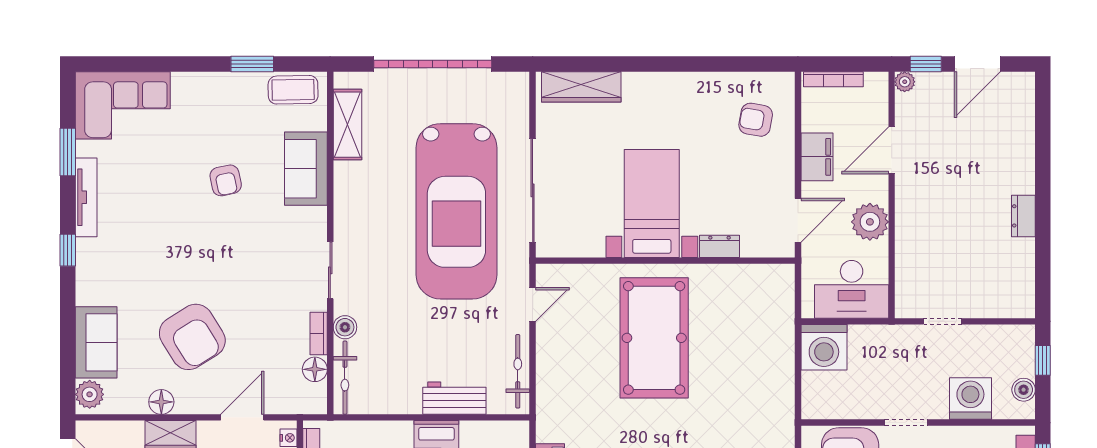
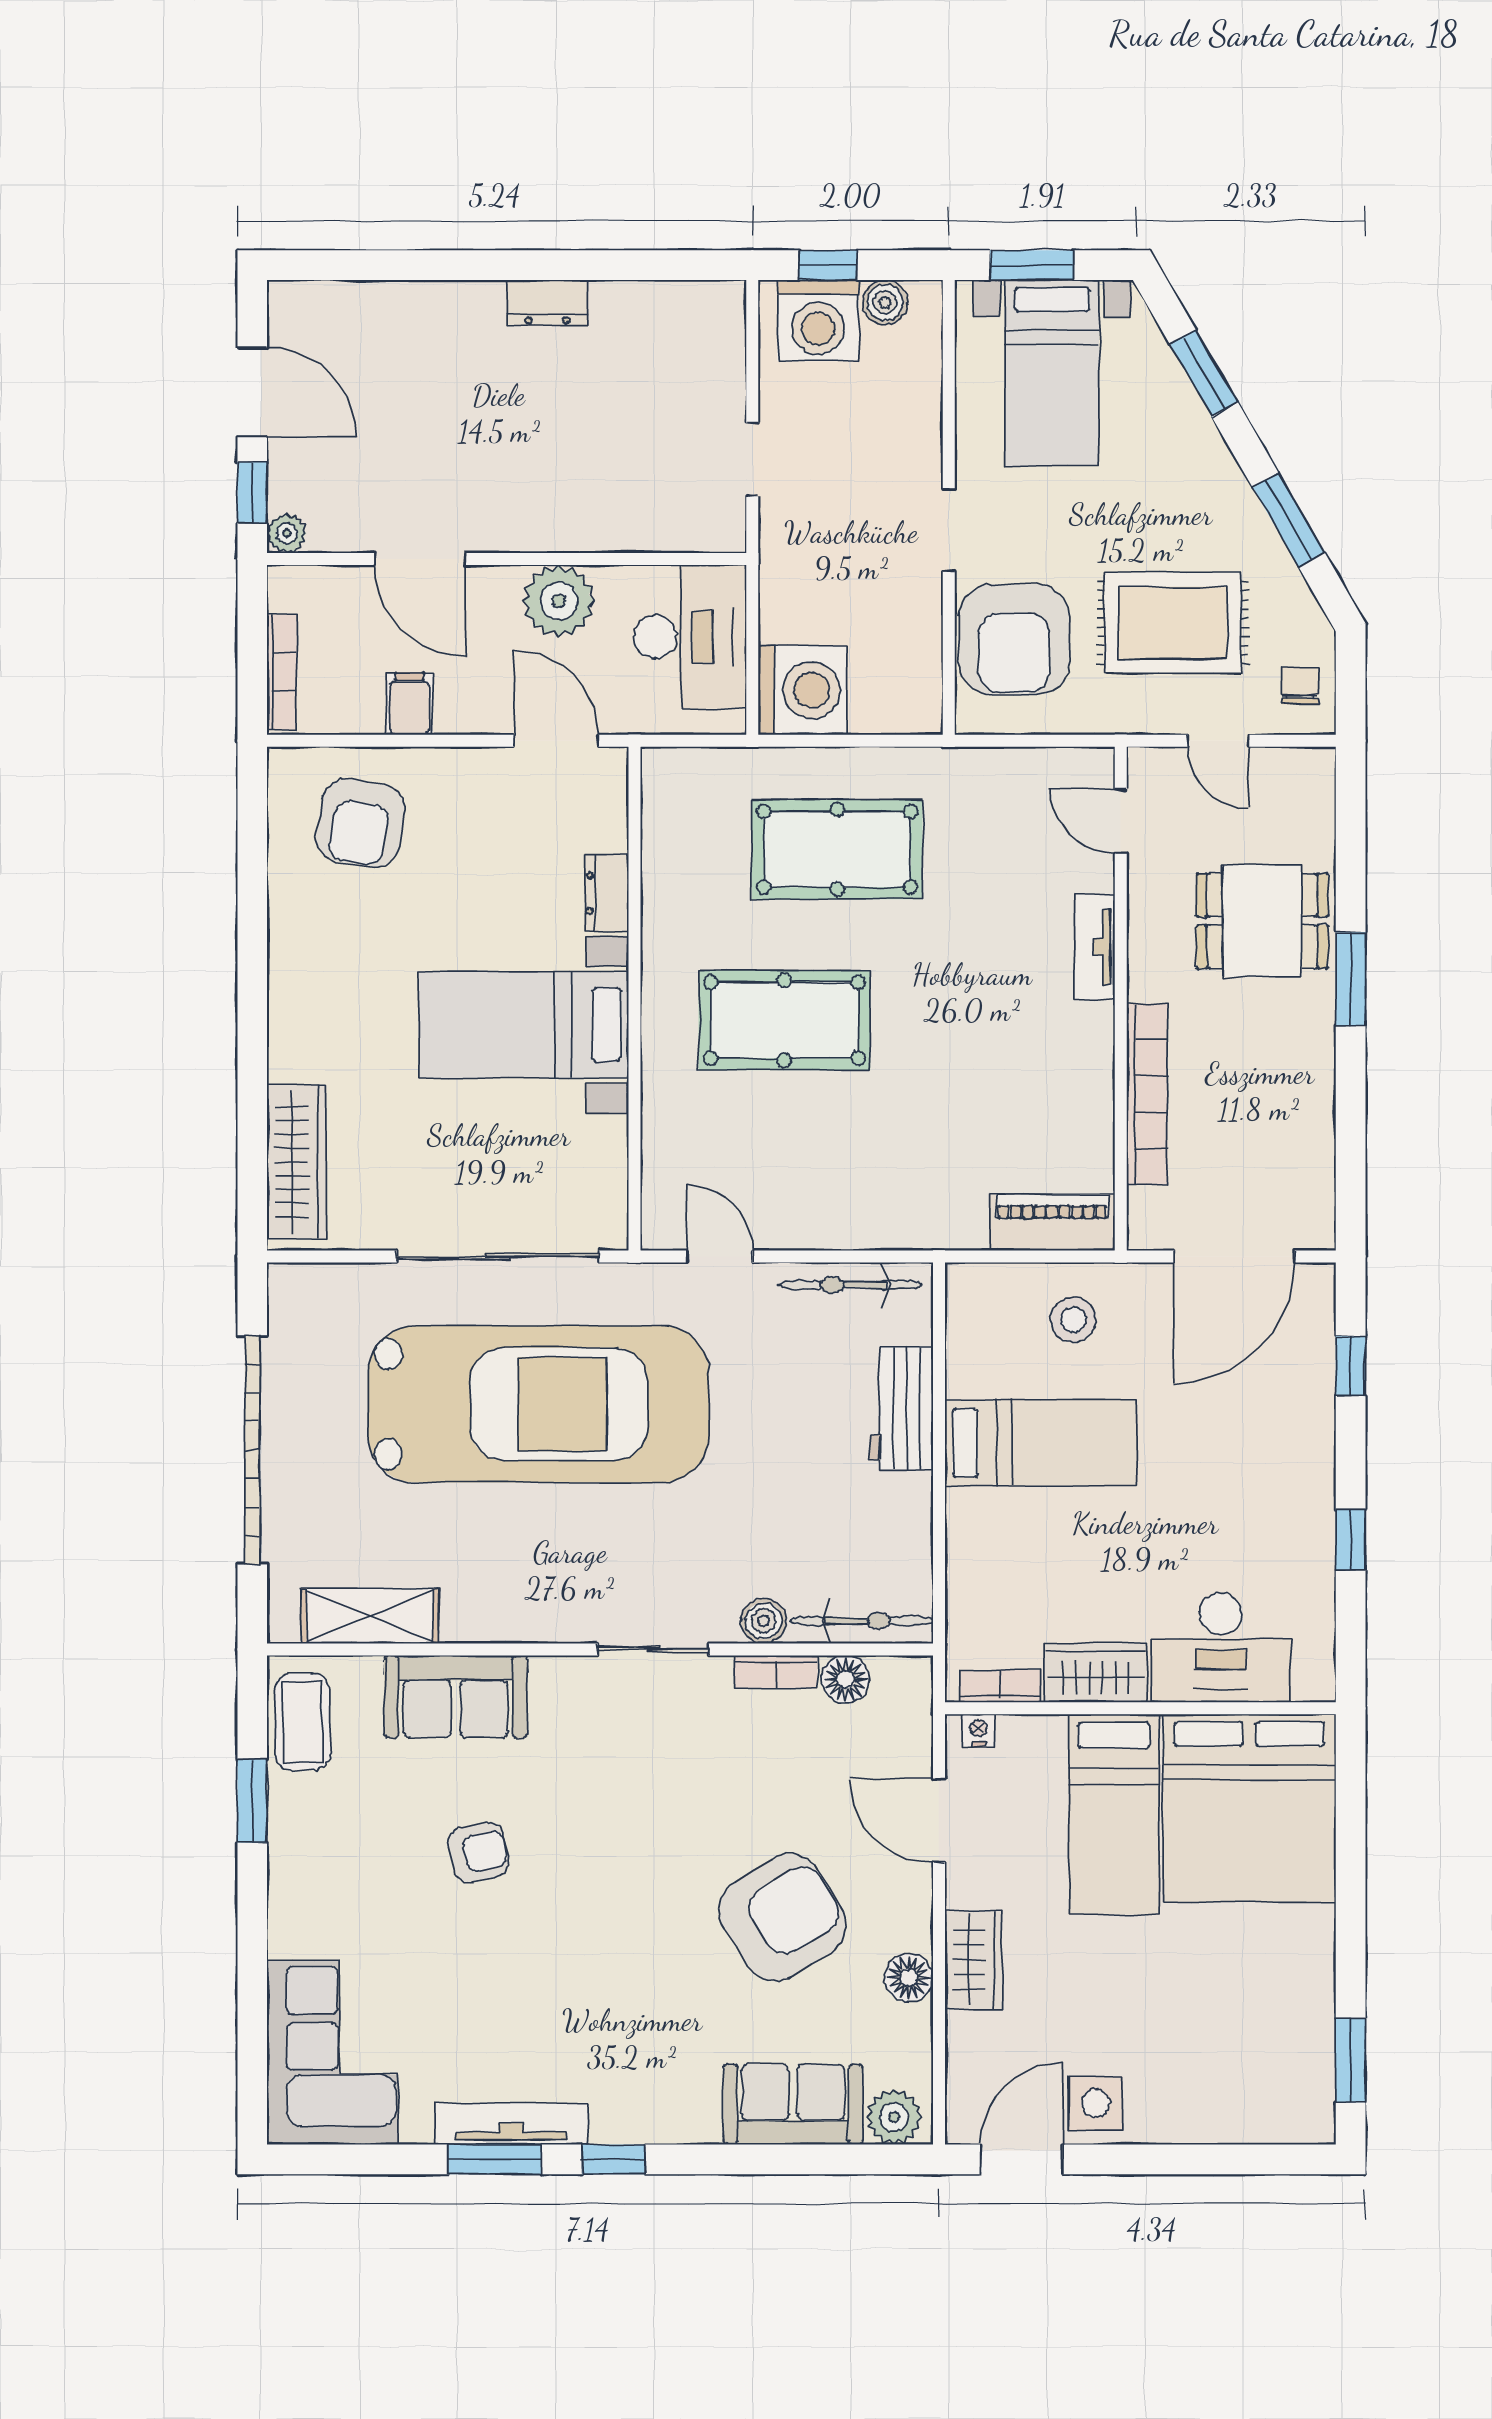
armchair: (756, 120) -> (361, 823), width x1.38, depth x1.38
window: (68, 152) -> (495, 2159), moved
filing cabinet: (817, 157) -> (410, 704), width x0.50
pool table: (654, 338) -> (784, 1020), width x0.73, depth x0.76
pool table: (742, 365) -> (837, 849), added
washing machine: (970, 399) -> (818, 321), moved, turned -90

